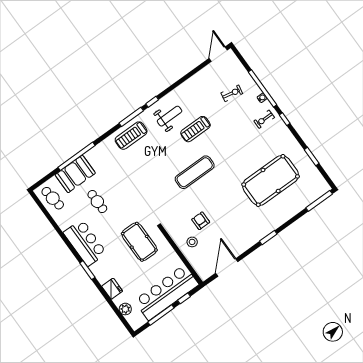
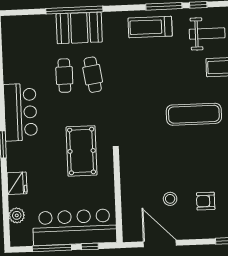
booth: (75, 174) -> (79, 28), moved
cafe table: (53, 198) -> (93, 75), moved
armchair: (201, 221) -> (206, 201), moved, turned -90
stool: (192, 242) -> (170, 199), moved
door: (227, 267) -> (160, 244), hinge flipped

